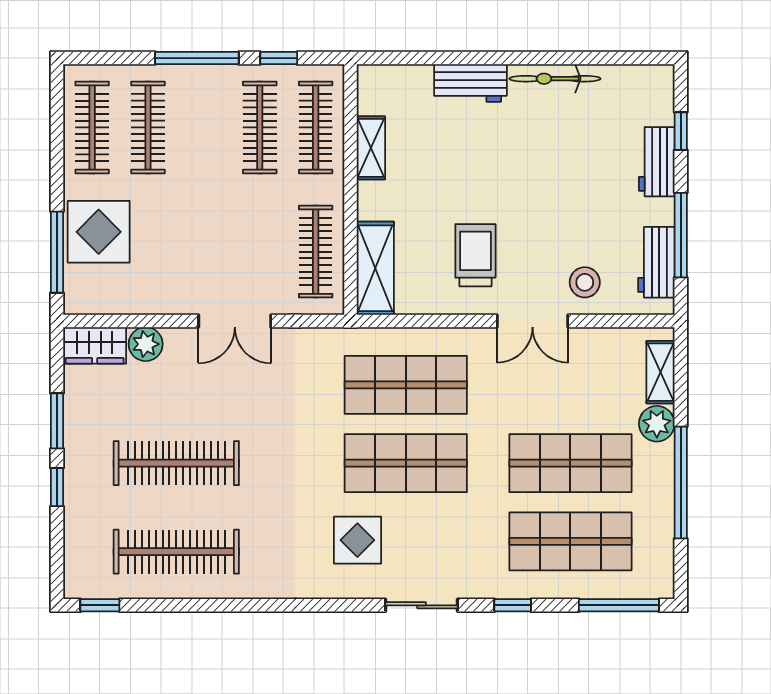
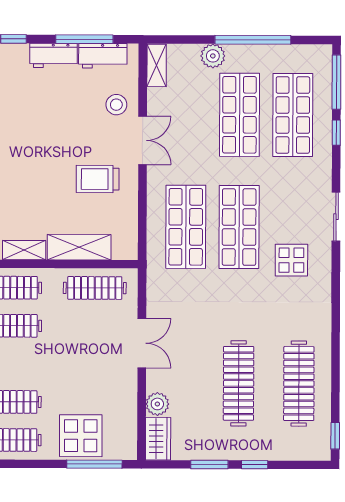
workbench: (657, 162) -> (53, 55), moved
shelving: (375, 268) -> (79, 247), moved
shelving: (661, 372) -> (157, 65), moved, turned 90
window: (513, 605) -> (336, 133), moved

